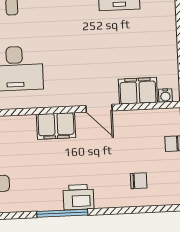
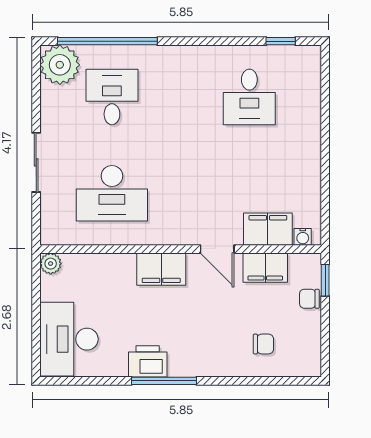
filing cabinet: (137, 121) -> (265, 268), added
printer: (78, 197) -> (148, 361), moved

